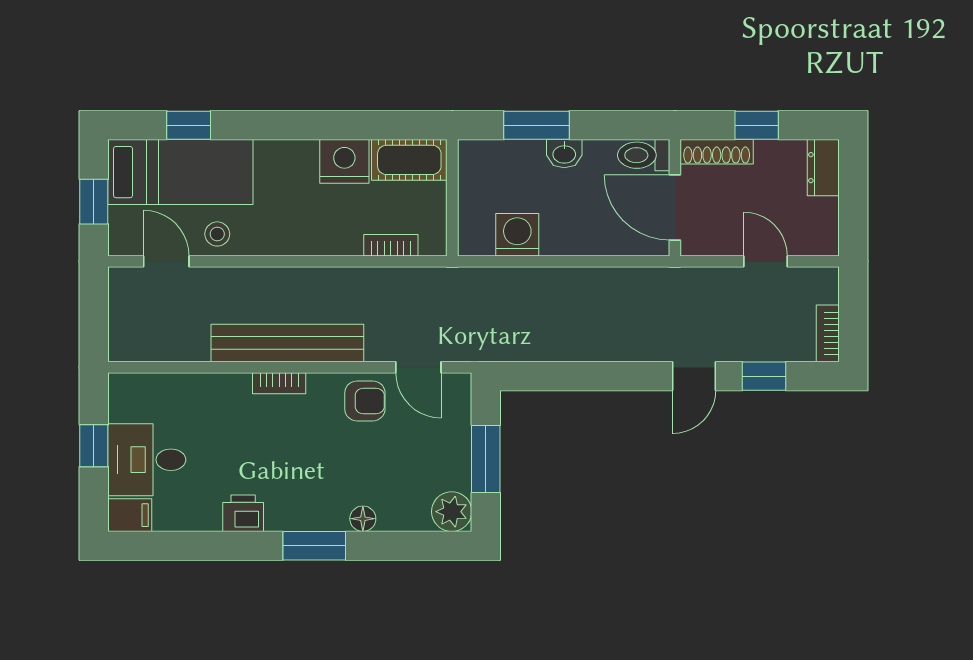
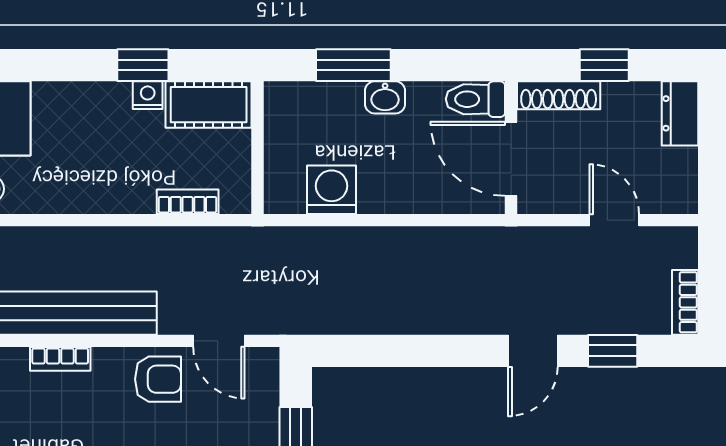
window: (352, 125) -> (143, 65), added
nightstand: (344, 161) -> (148, 95), width x0.53, depth x0.56

